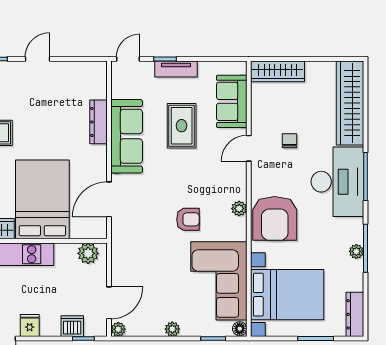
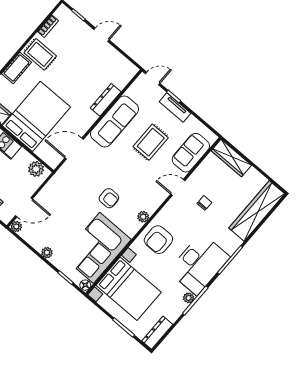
desk: (337, 182) -> (199, 264), moved
armchair: (275, 218) -> (158, 240), width x0.73, depth x0.73

